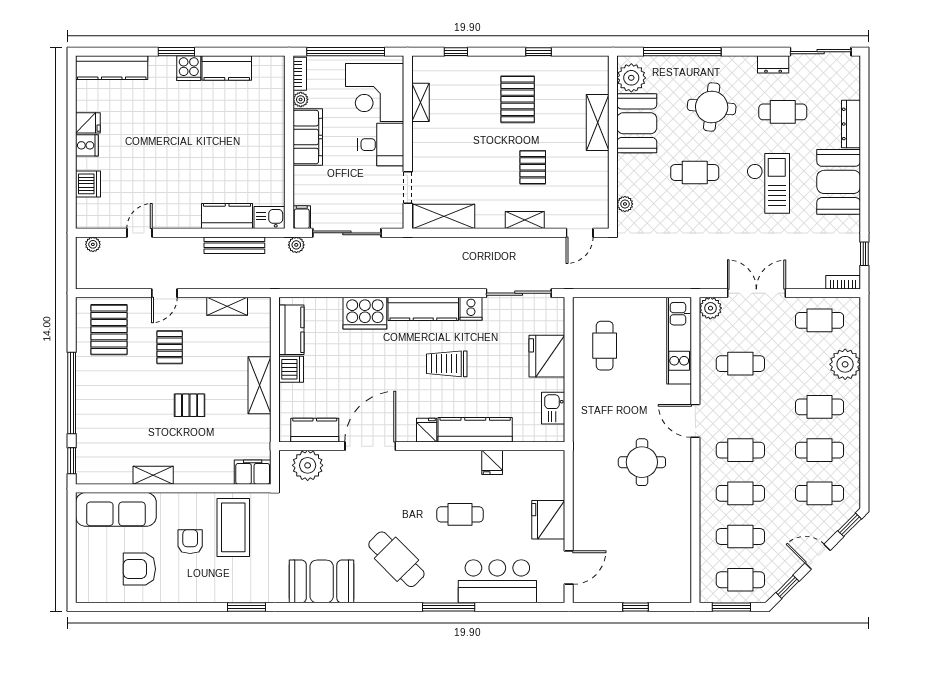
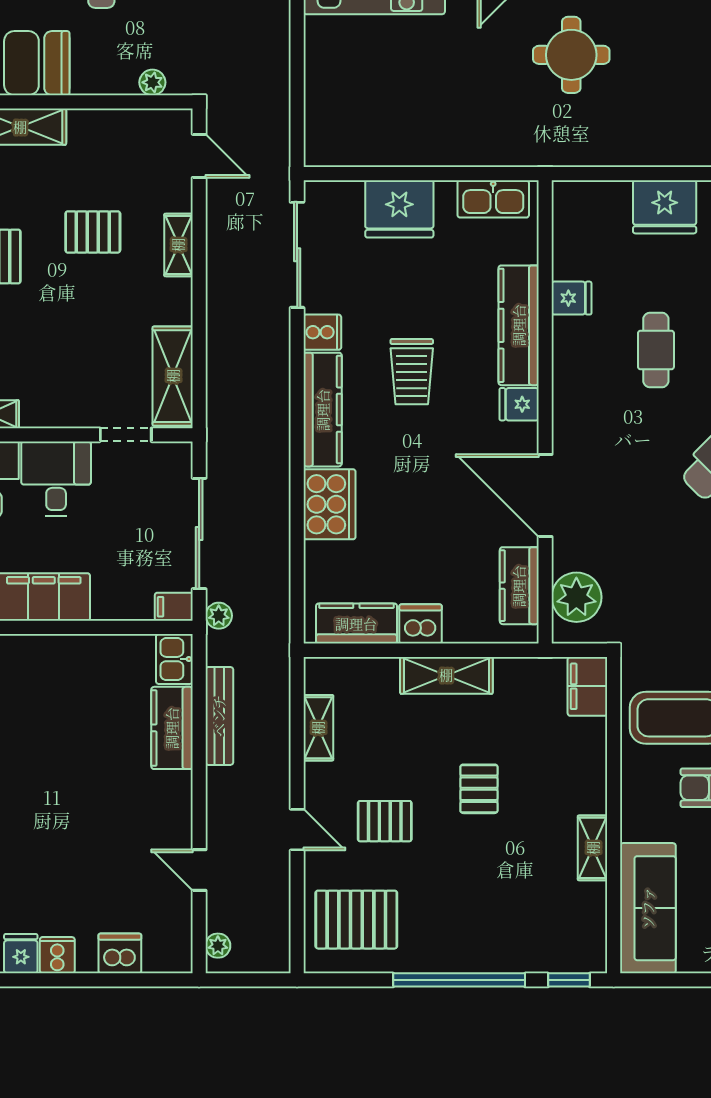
cafe table: (605, 346) -> (382, 115), removed
kitchen sink: (553, 408) -> (493, 199), width x1.38

